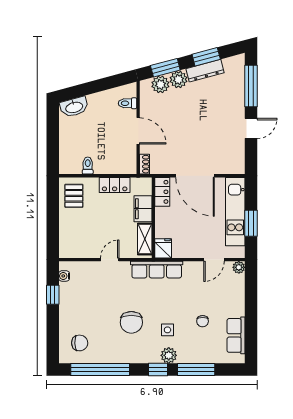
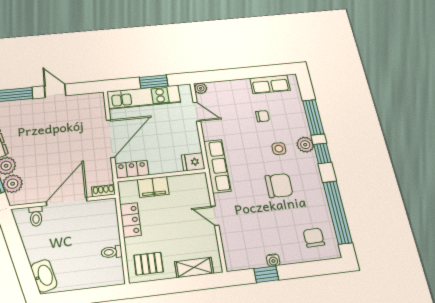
door: (138, 131) -> (67, 201), width x1.36
shelving: (145, 239) -> (194, 267), moved
water cooler: (64, 276) -> (273, 260), moved

